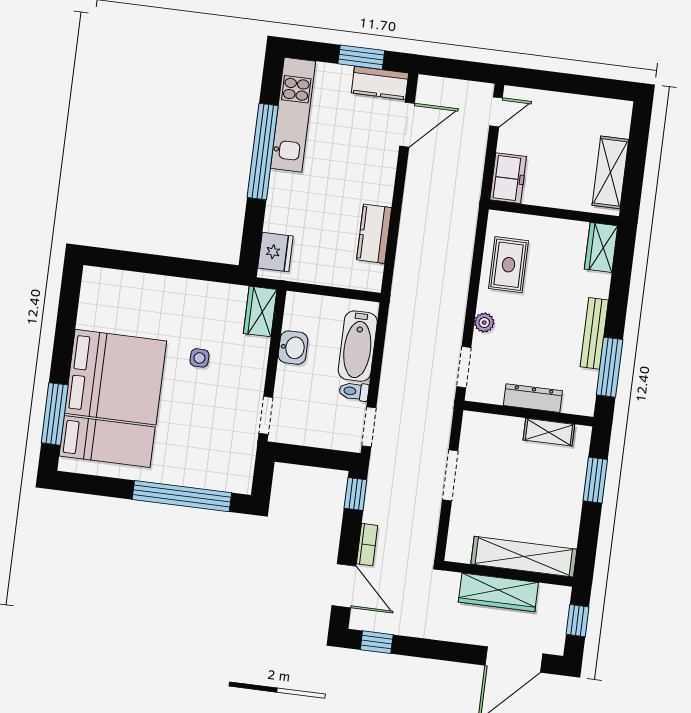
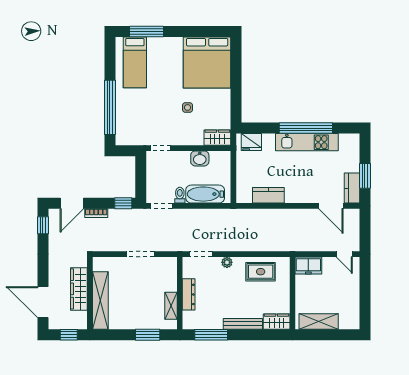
kitchen unit: (293, 115) -> (307, 142), moved
bench: (594, 333) -> (243, 324), moved
bed: (116, 377) -> (207, 62), moved

